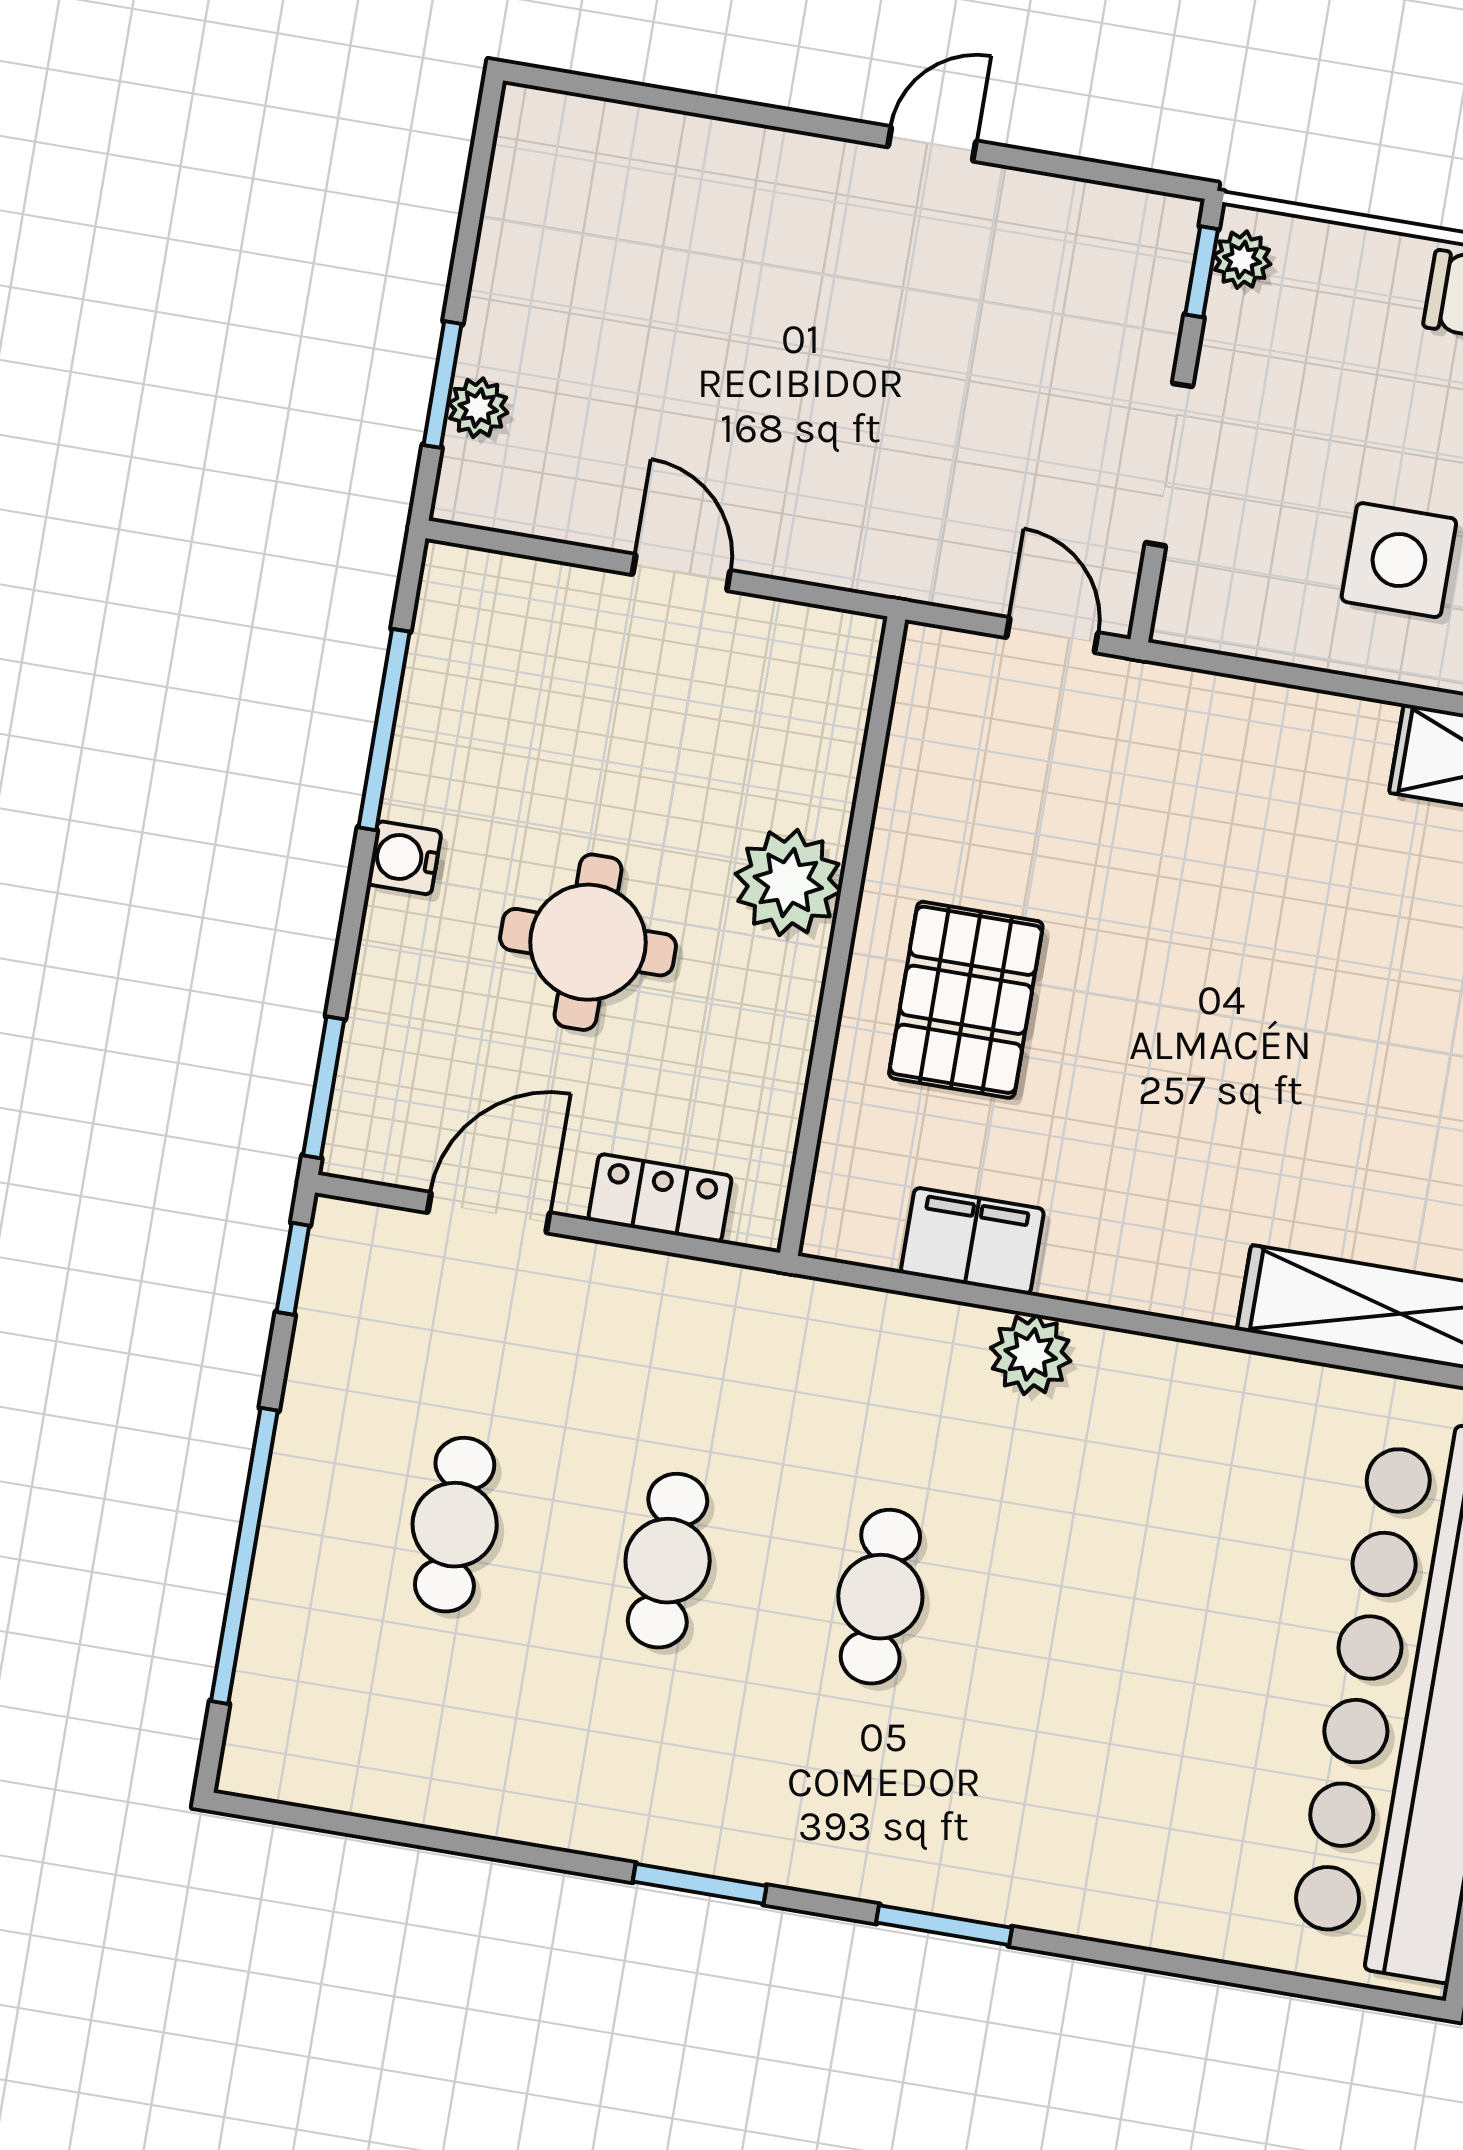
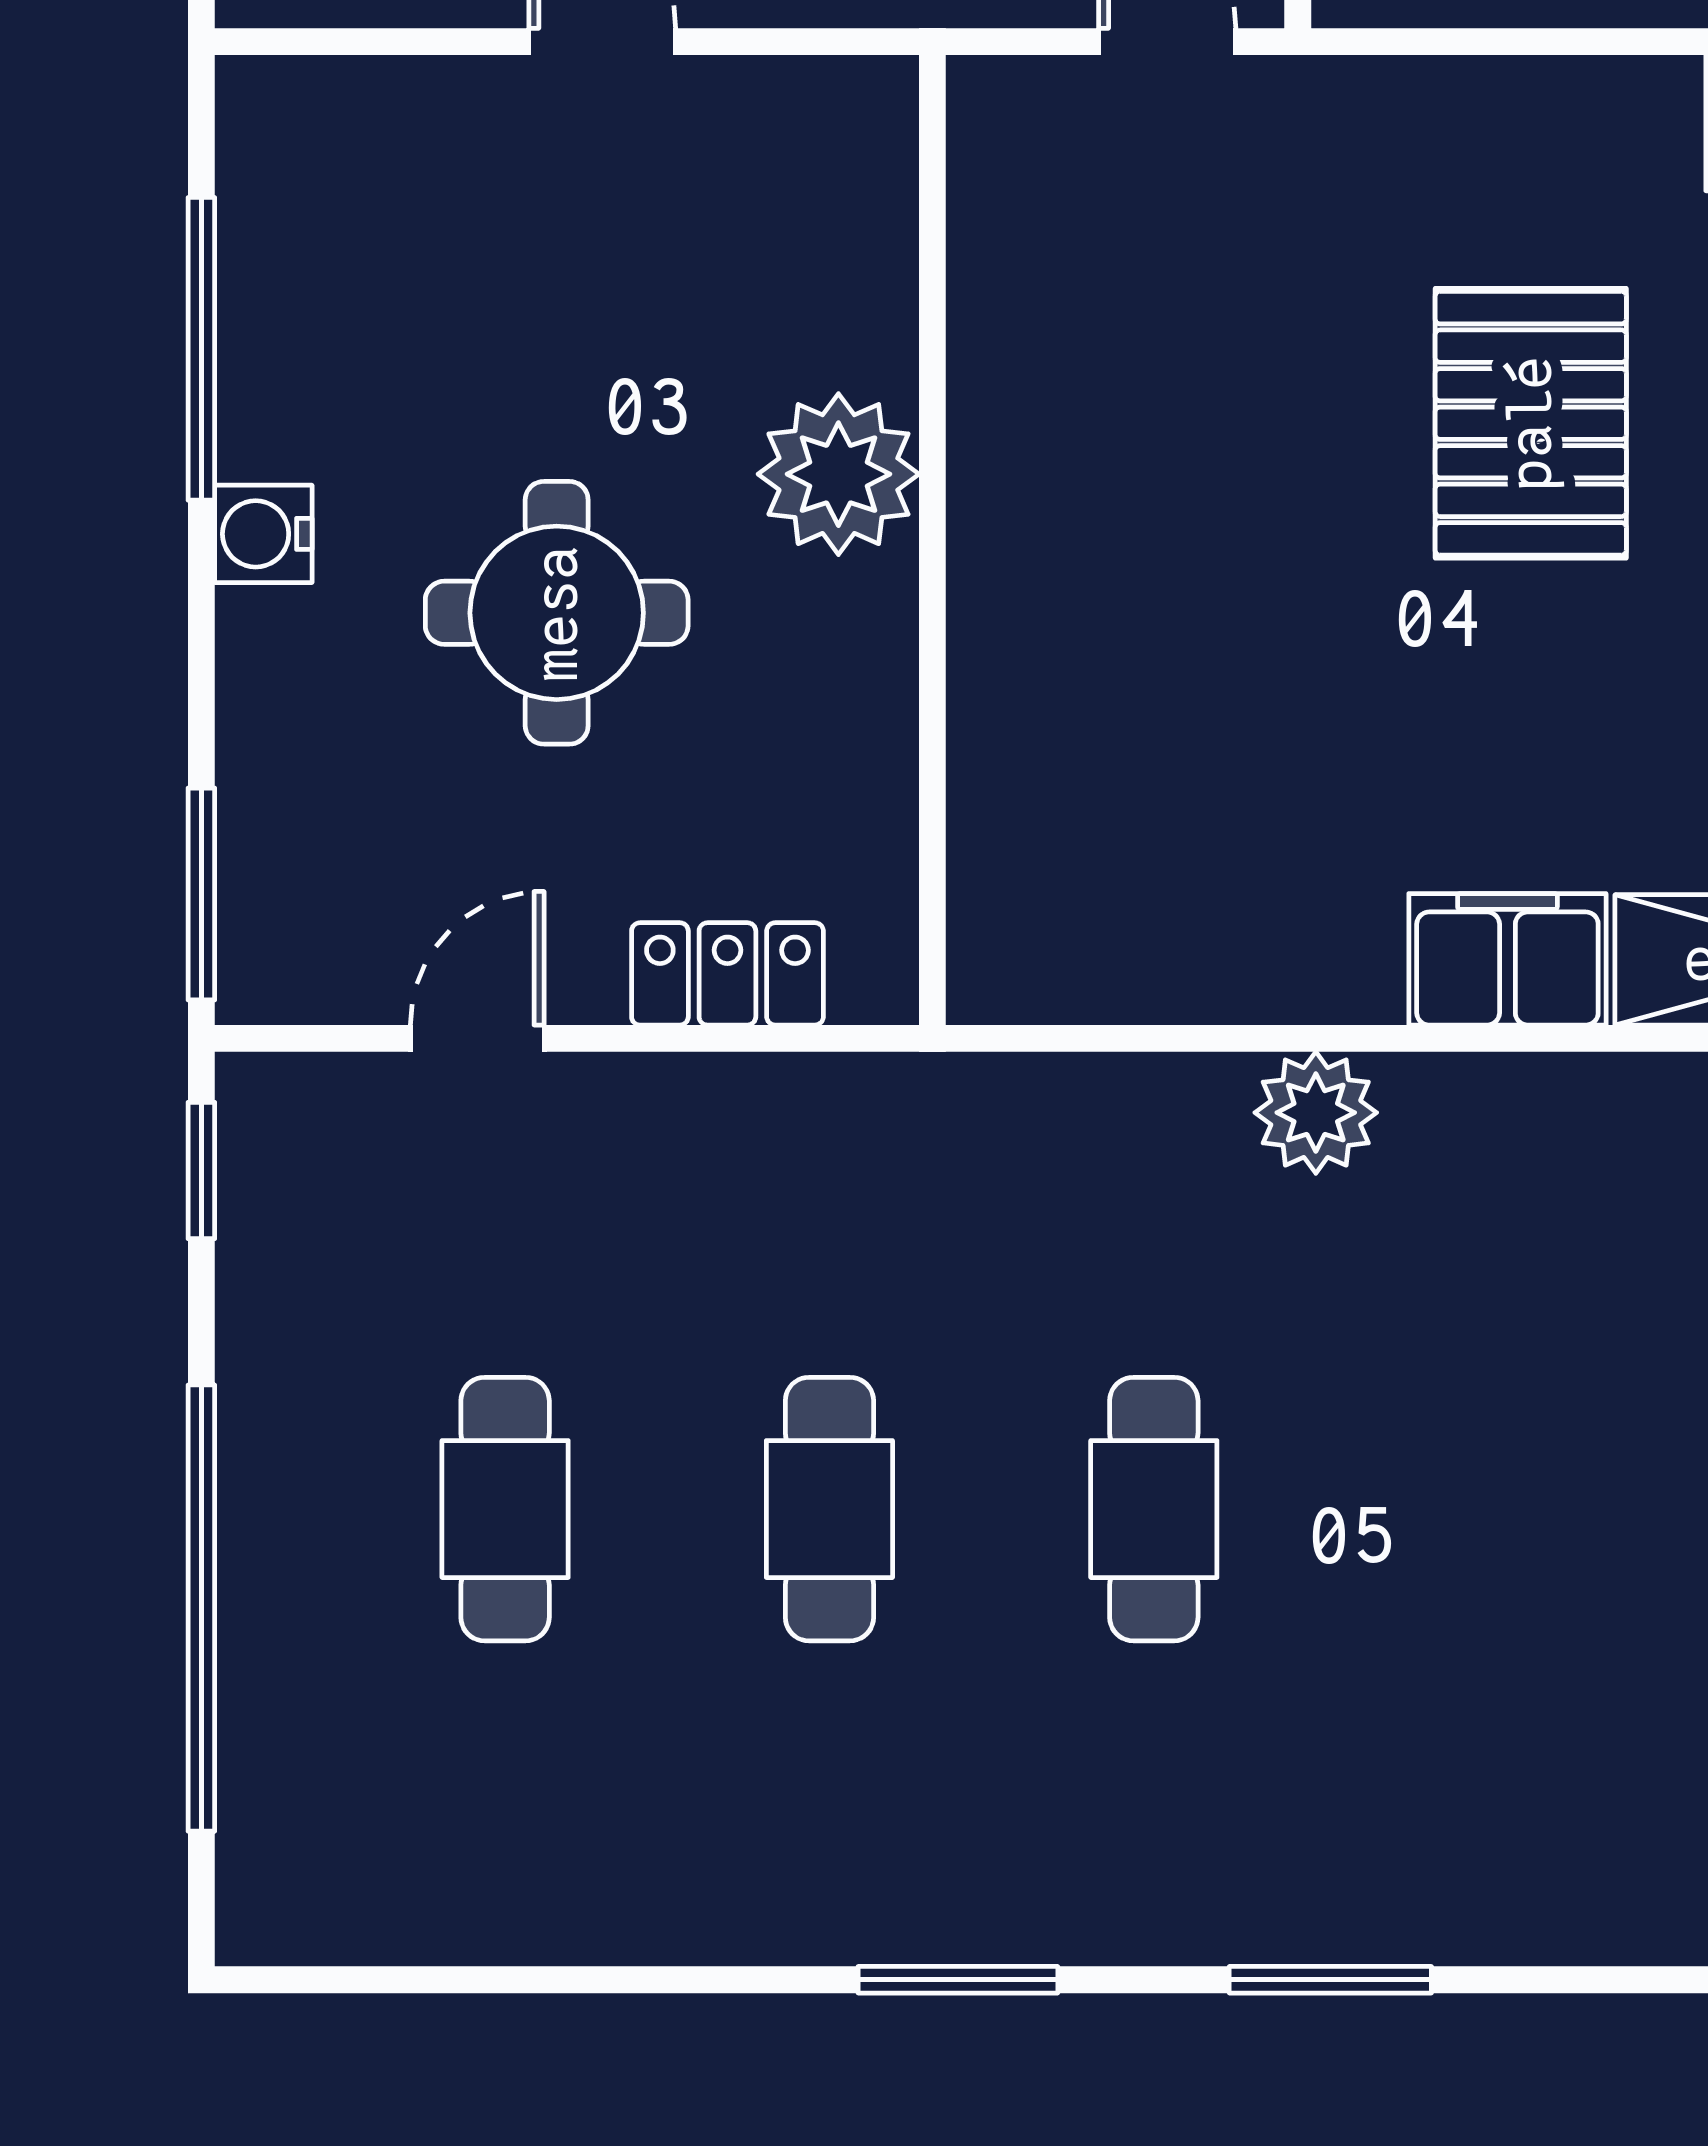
pallet: (966, 1000) -> (1531, 423), moved
door: (489, 1213) -> (477, 1038), width x0.73
filing cabinet: (972, 1241) -> (1507, 959), moved

